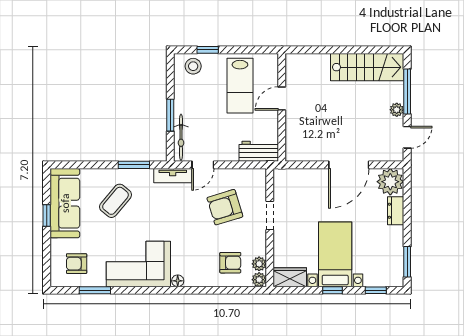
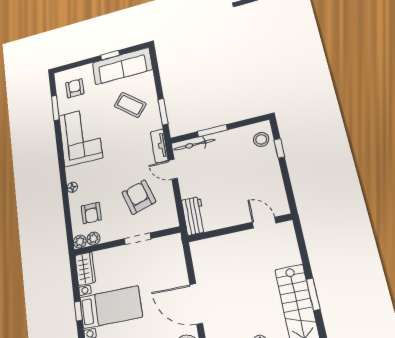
window: (361, 50) -> (313, 294), added
lab bench: (240, 86) -> (252, 185), removed
door: (282, 98) -> (264, 223), moved
floor lamp: (178, 281) -> (72, 187), moved

